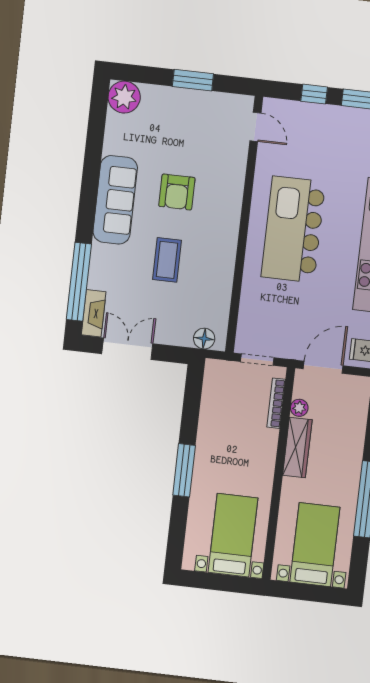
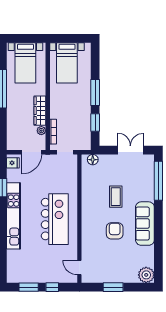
fireplace: (94, 313) -> (149, 166), removed
double door: (127, 349) -> (130, 150), swing flipped
window: (191, 411) -> (95, 123), added

